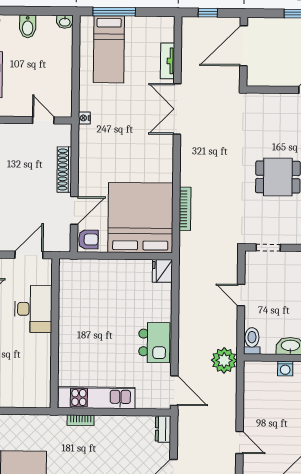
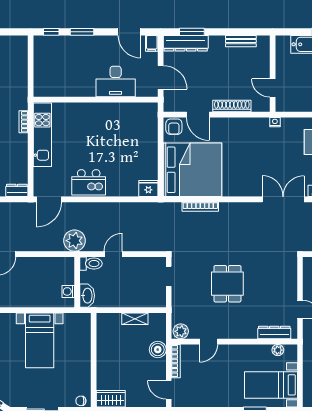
door: (43, 120) -> (273, 88), swing flipped
door: (241, 295) -> (113, 254), moved

